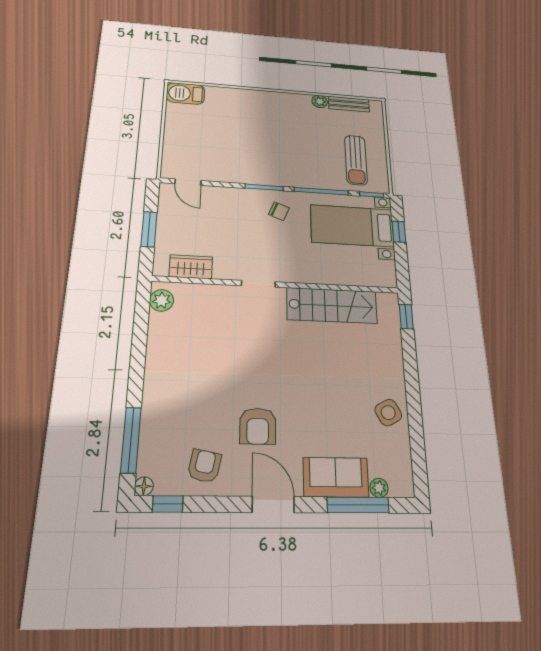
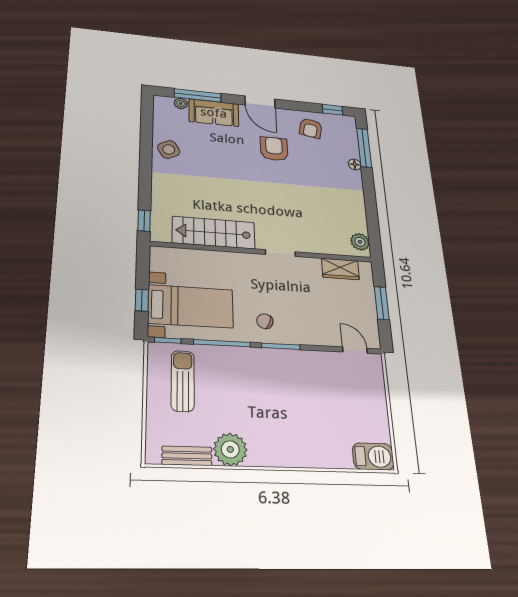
plant: (320, 101) -> (230, 449), width x1.88, depth x1.88
floor lamp: (144, 486) -> (355, 164), moved

